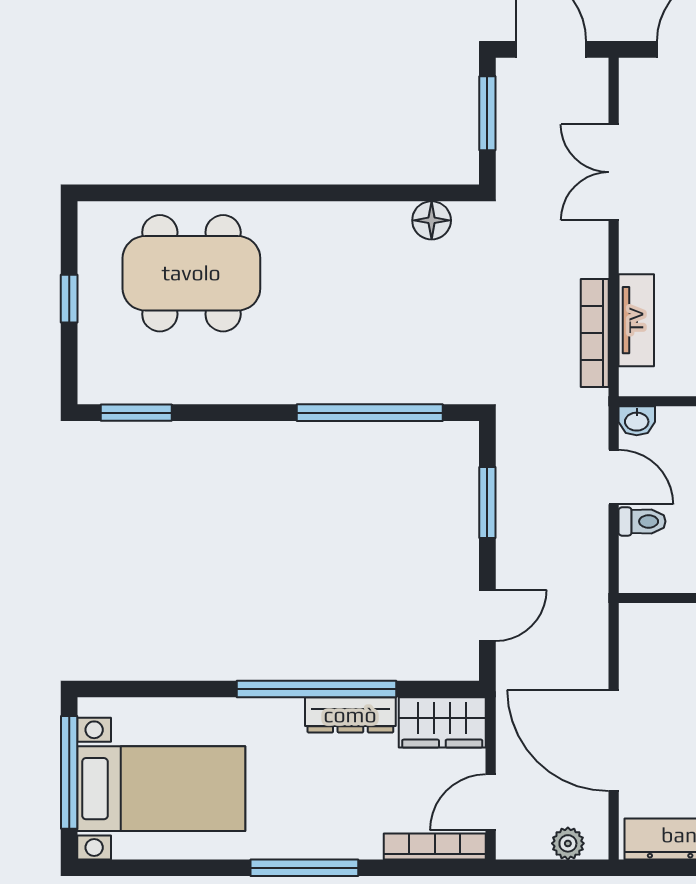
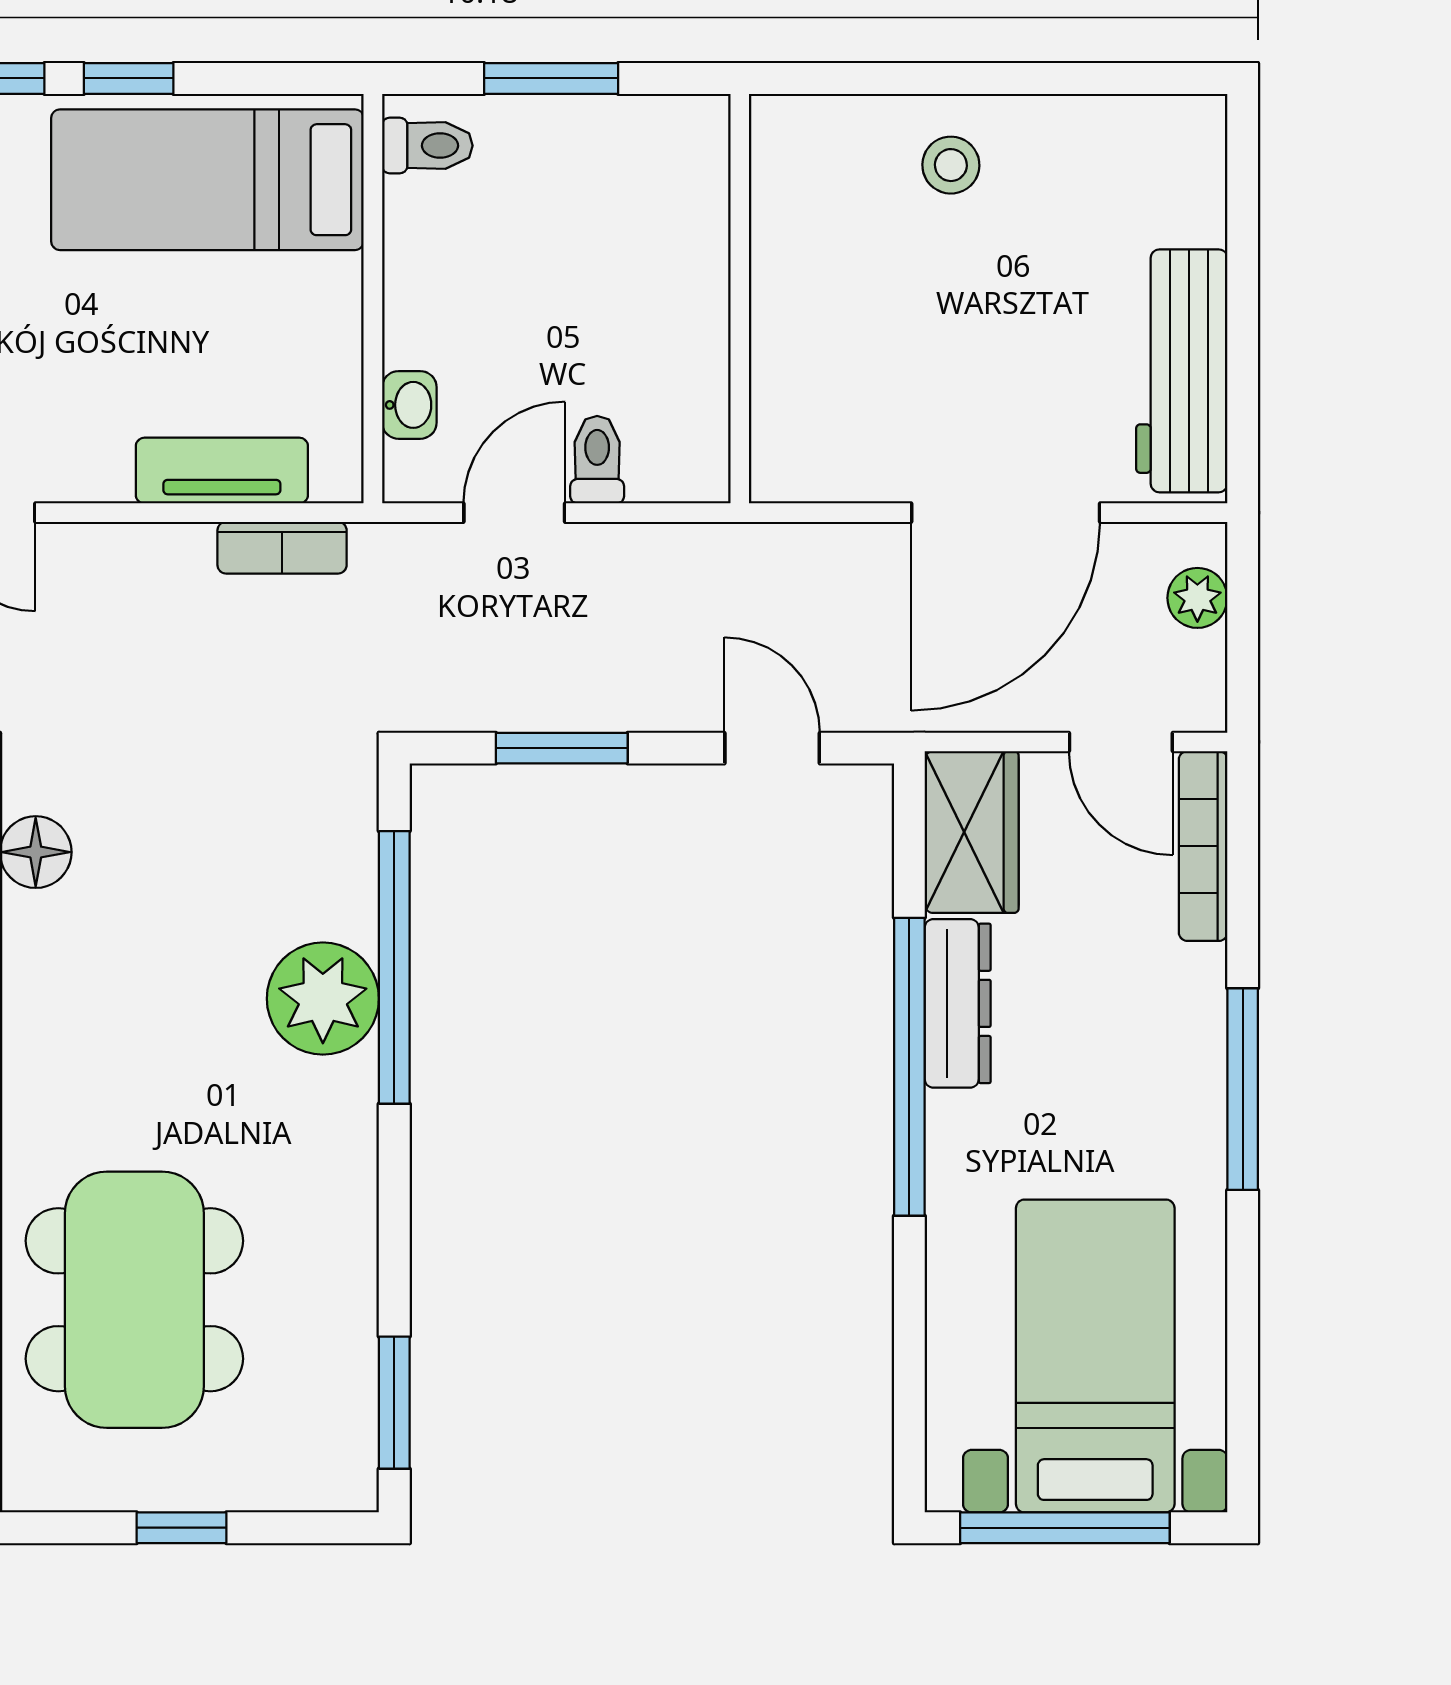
bookcase: (595, 333) -> (282, 548), width x0.64
plant: (353, 374) -> (323, 999), added
washbasin: (637, 421) -> (409, 405), moved

